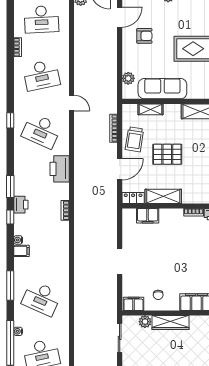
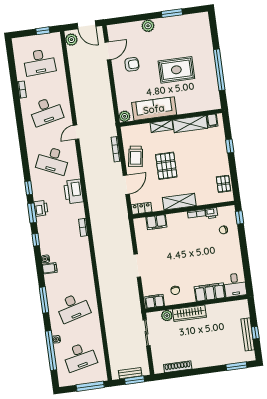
plant: (128, 78) -> (125, 116), moved
door: (72, 103) -> (76, 132), swing flipped
shelving: (151, 109) -> (162, 126), moved
window: (10, 120) -> (29, 188), moved
pallet: (167, 154) -> (166, 166), turned 90
shelving: (163, 196) -> (179, 202), moved
printer: (21, 205) -> (41, 208), moved
desk: (41, 298) -> (73, 308), turned -39

